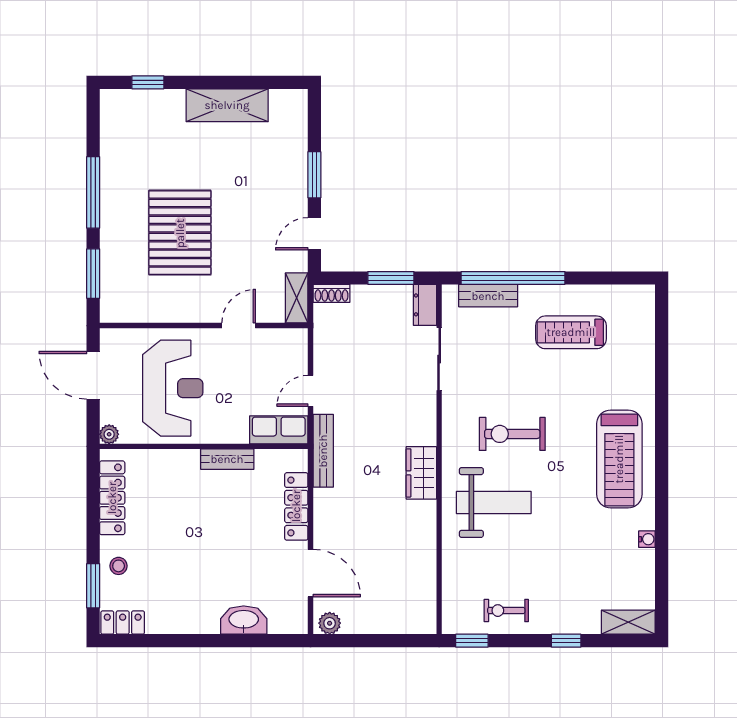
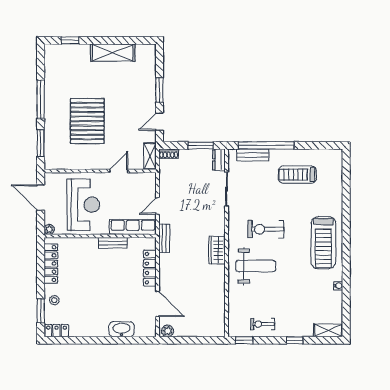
row of seats: (279, 430) -> (133, 227), width x1.48
bench: (323, 451) -> (164, 238), width x0.73

